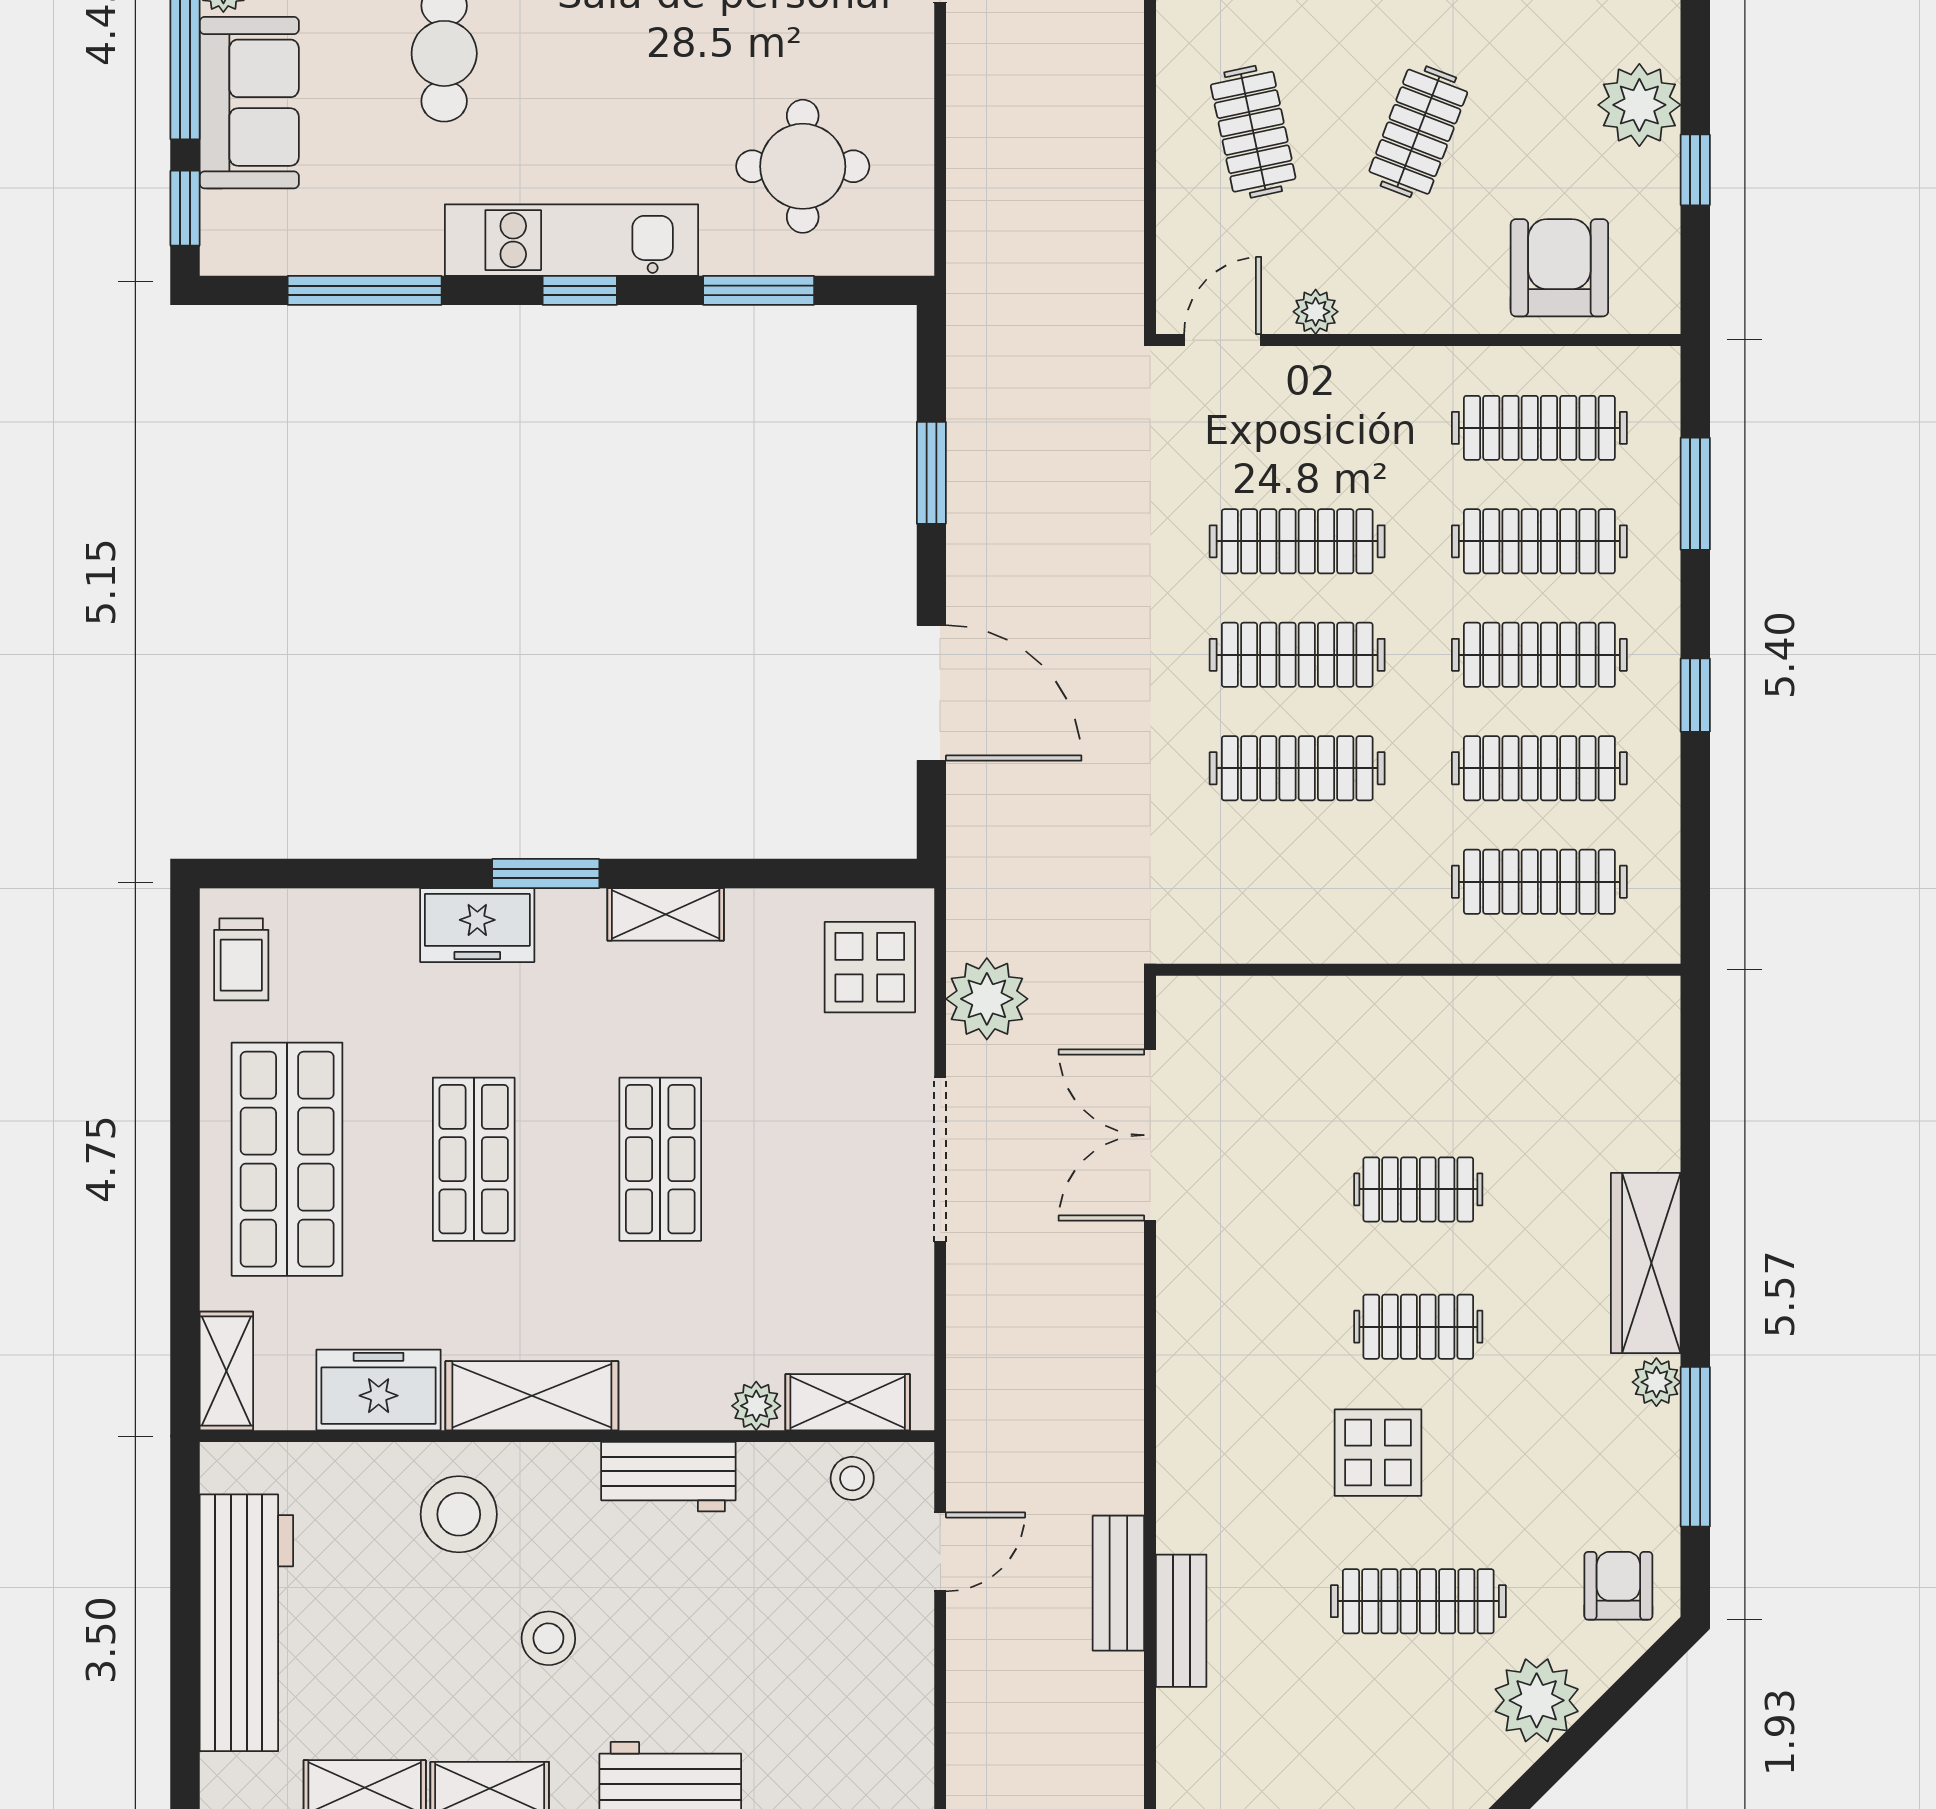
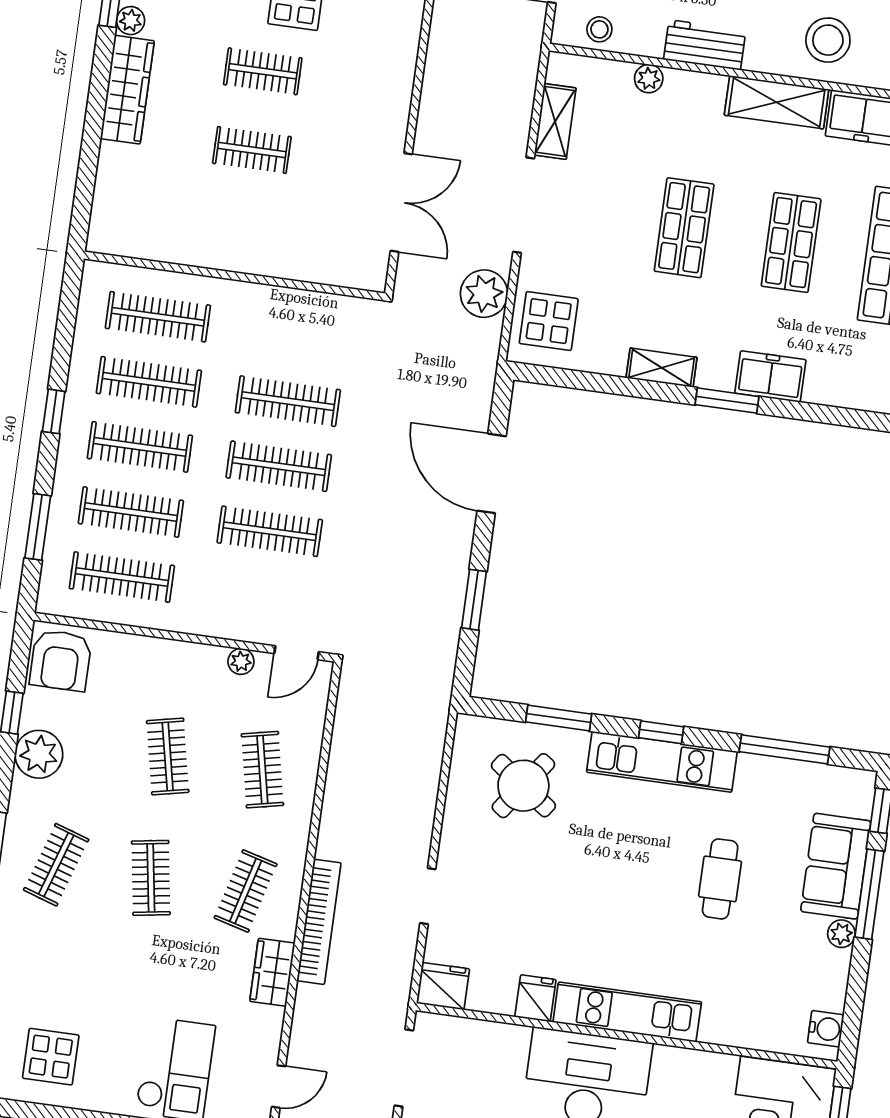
clothes rail: (1418, 132) -> (168, 756), turned -33
round table: (803, 166) -> (523, 786), turned 36
armchair: (1559, 268) -> (61, 660), moved
shelving: (848, 1402) -> (555, 121), moved, turned 90

